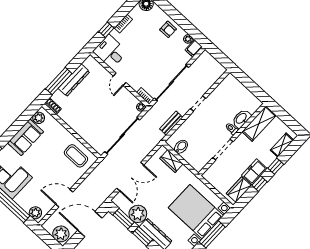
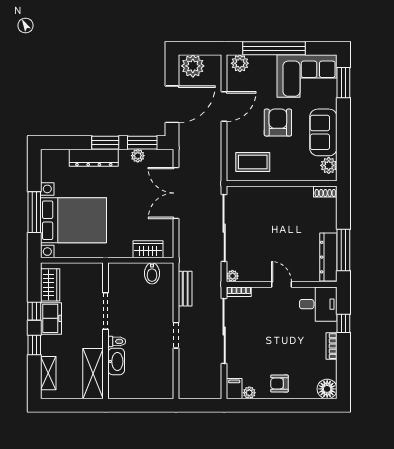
dresser: (74, 80) -> (328, 257), moved
window: (59, 81) -> (343, 250), moved
armchair: (44, 164) -> (278, 123), added
plant: (138, 214) -> (138, 156), width x0.53, depth x0.53

